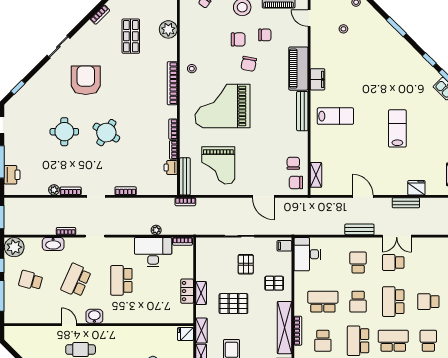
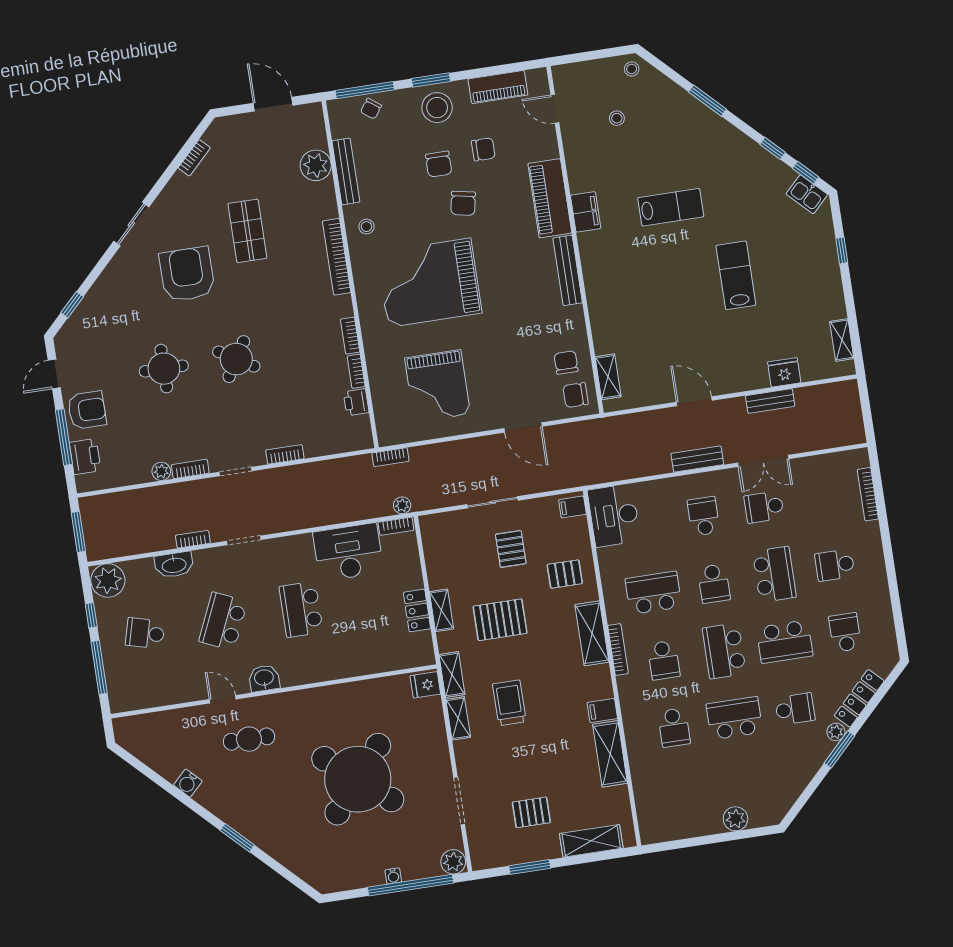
shop shelf: (131, 36) -> (247, 231), moved
chair: (238, 39) -> (439, 164), turned 90
lab bench: (335, 116) -> (671, 207), moved
armchair: (17, 149) -> (87, 410), added
bench: (185, 176) -> (346, 171), moved
plant: (156, 230) -> (402, 505), moved
school desk: (393, 302) -> (774, 574), turned 180
shelving: (284, 328) -> (592, 633), width x0.68
school desk: (393, 341) -> (785, 642), turned 180

